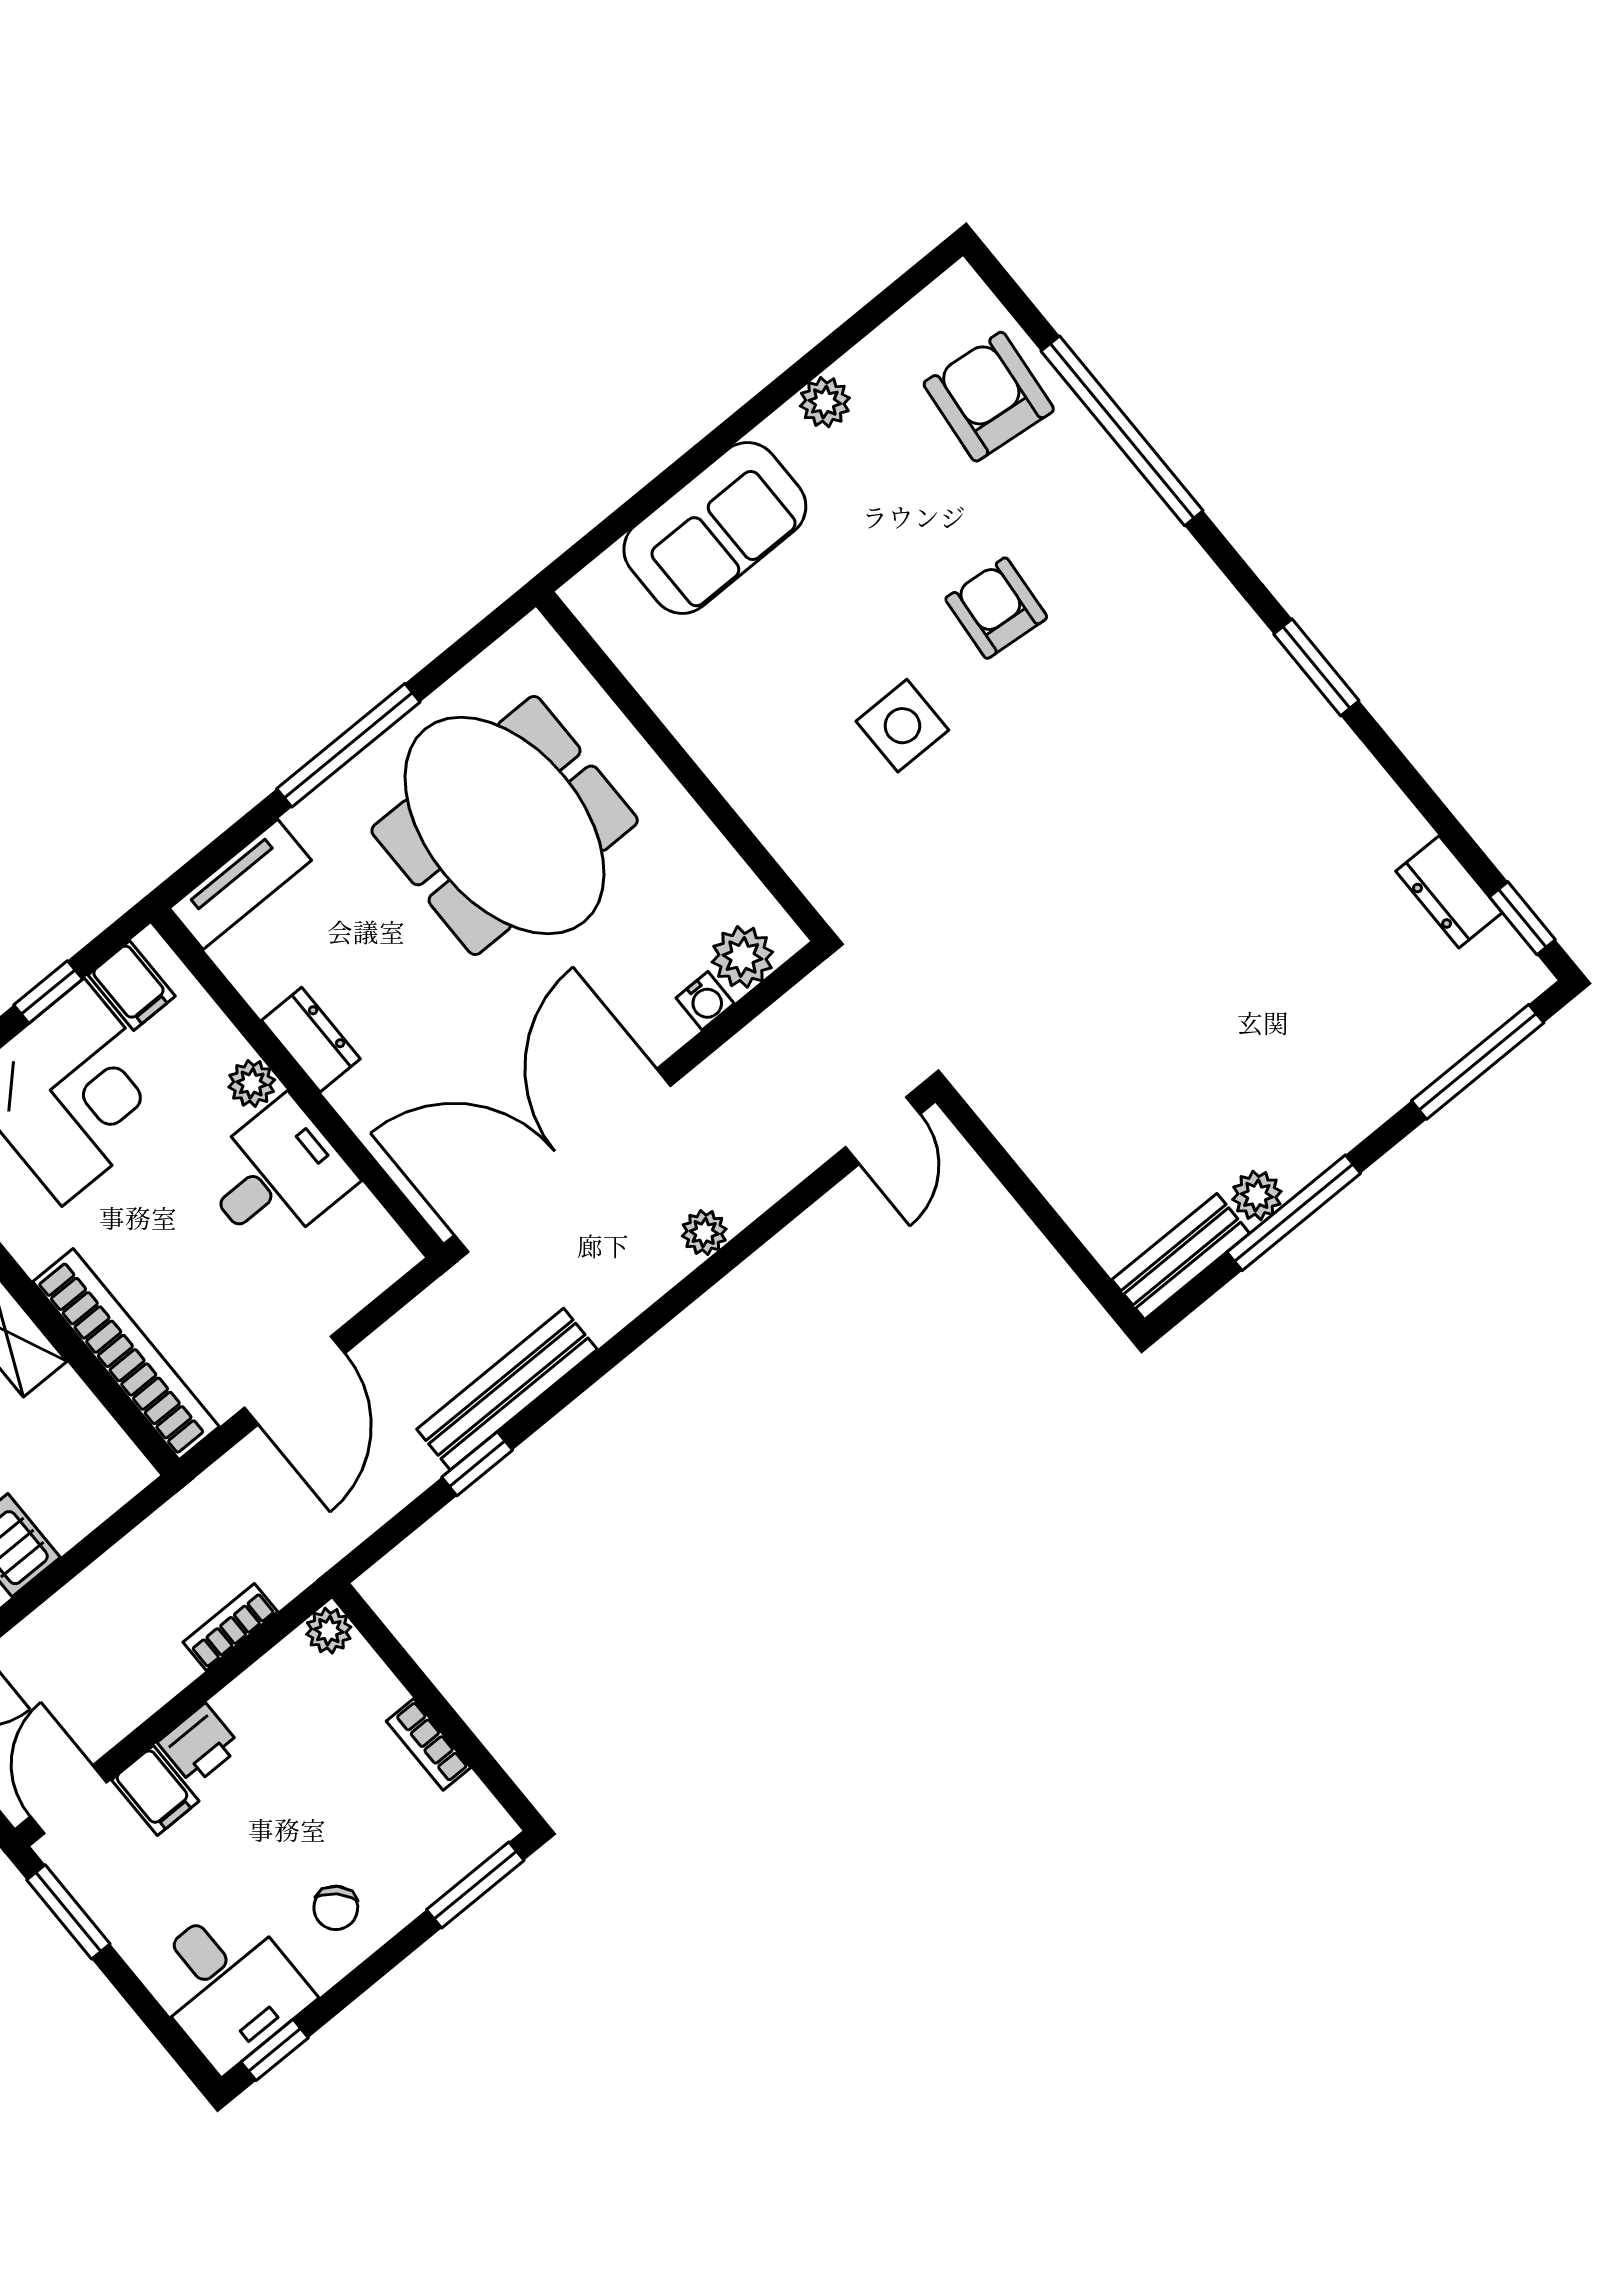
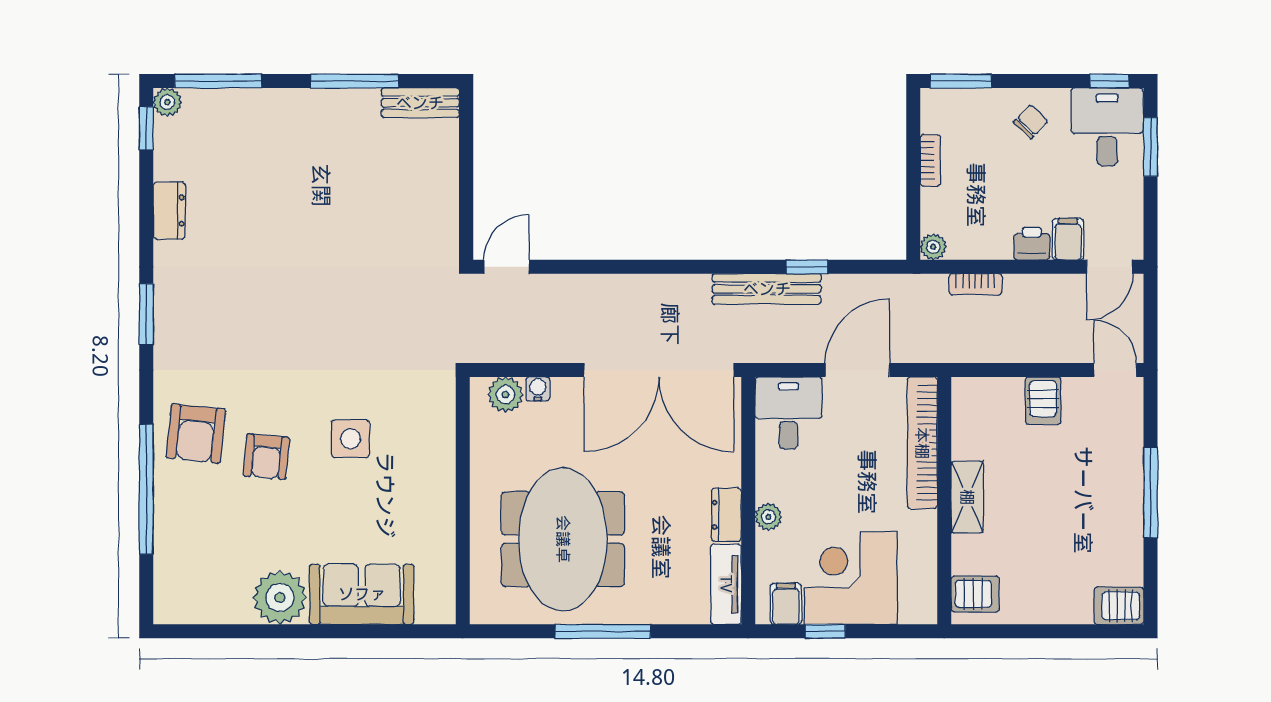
armchair: (989, 397) -> (196, 433), moved
plant: (825, 402) -> (280, 598), width x1.87, depth x1.87
tv unit: (240, 884) -> (726, 584), moved, turned -90
dresser: (1449, 892) -> (169, 211), moved
desk: (276, 1175) -> (788, 413), moved, turned 90
plant: (1257, 1195) -> (167, 102), moved
plant: (704, 1232) -> (622, 287), removed
window: (68, 1912) -> (1151, 147), moved

